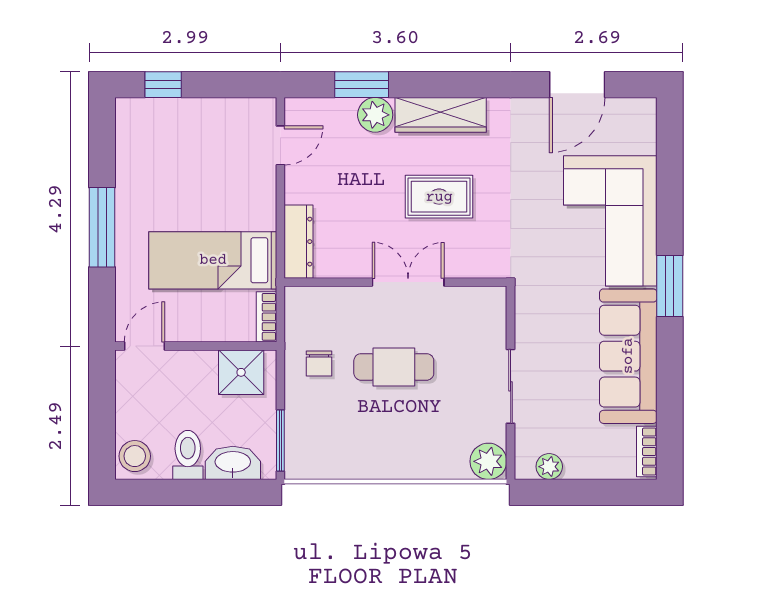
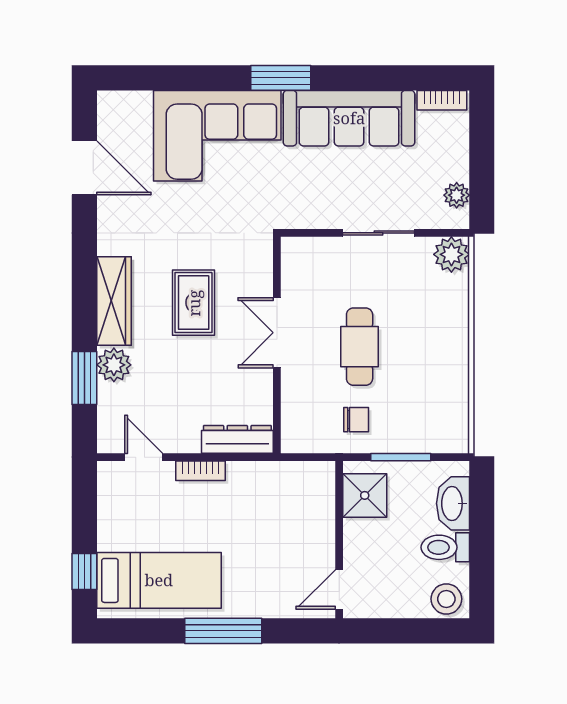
bed: (213, 260) -> (159, 580), moved, turned -90
bookcase: (266, 317) -> (200, 471), moved
door: (144, 346) -> (339, 590), hinge flipped
window: (280, 441) -> (401, 457), moved

